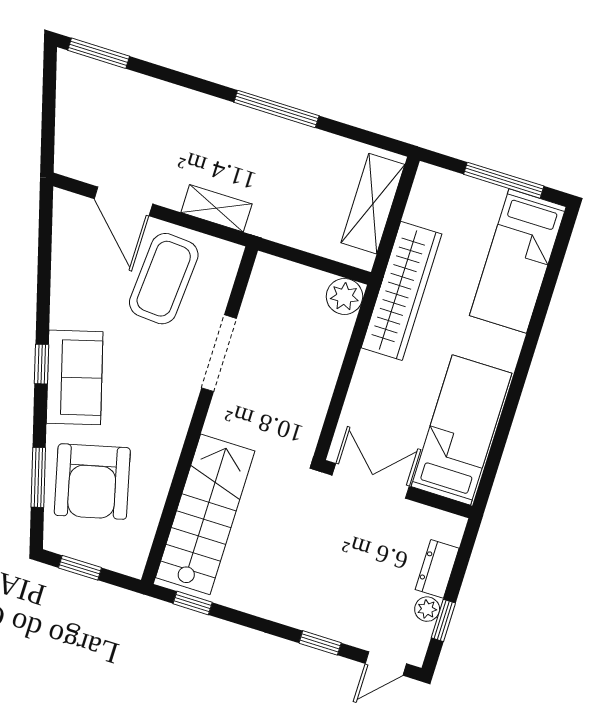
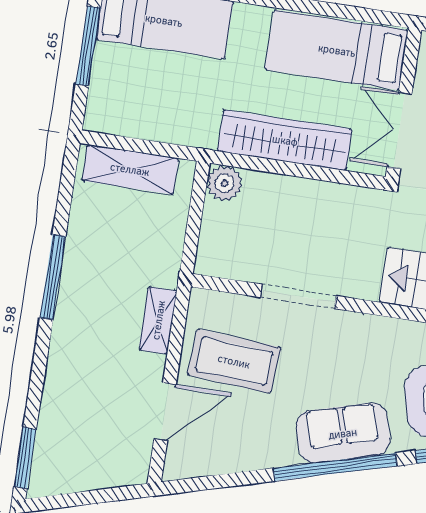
wardrobe: (401, 291) -> (285, 140), moved
window: (41, 364) -> (335, 467), width x3.17

